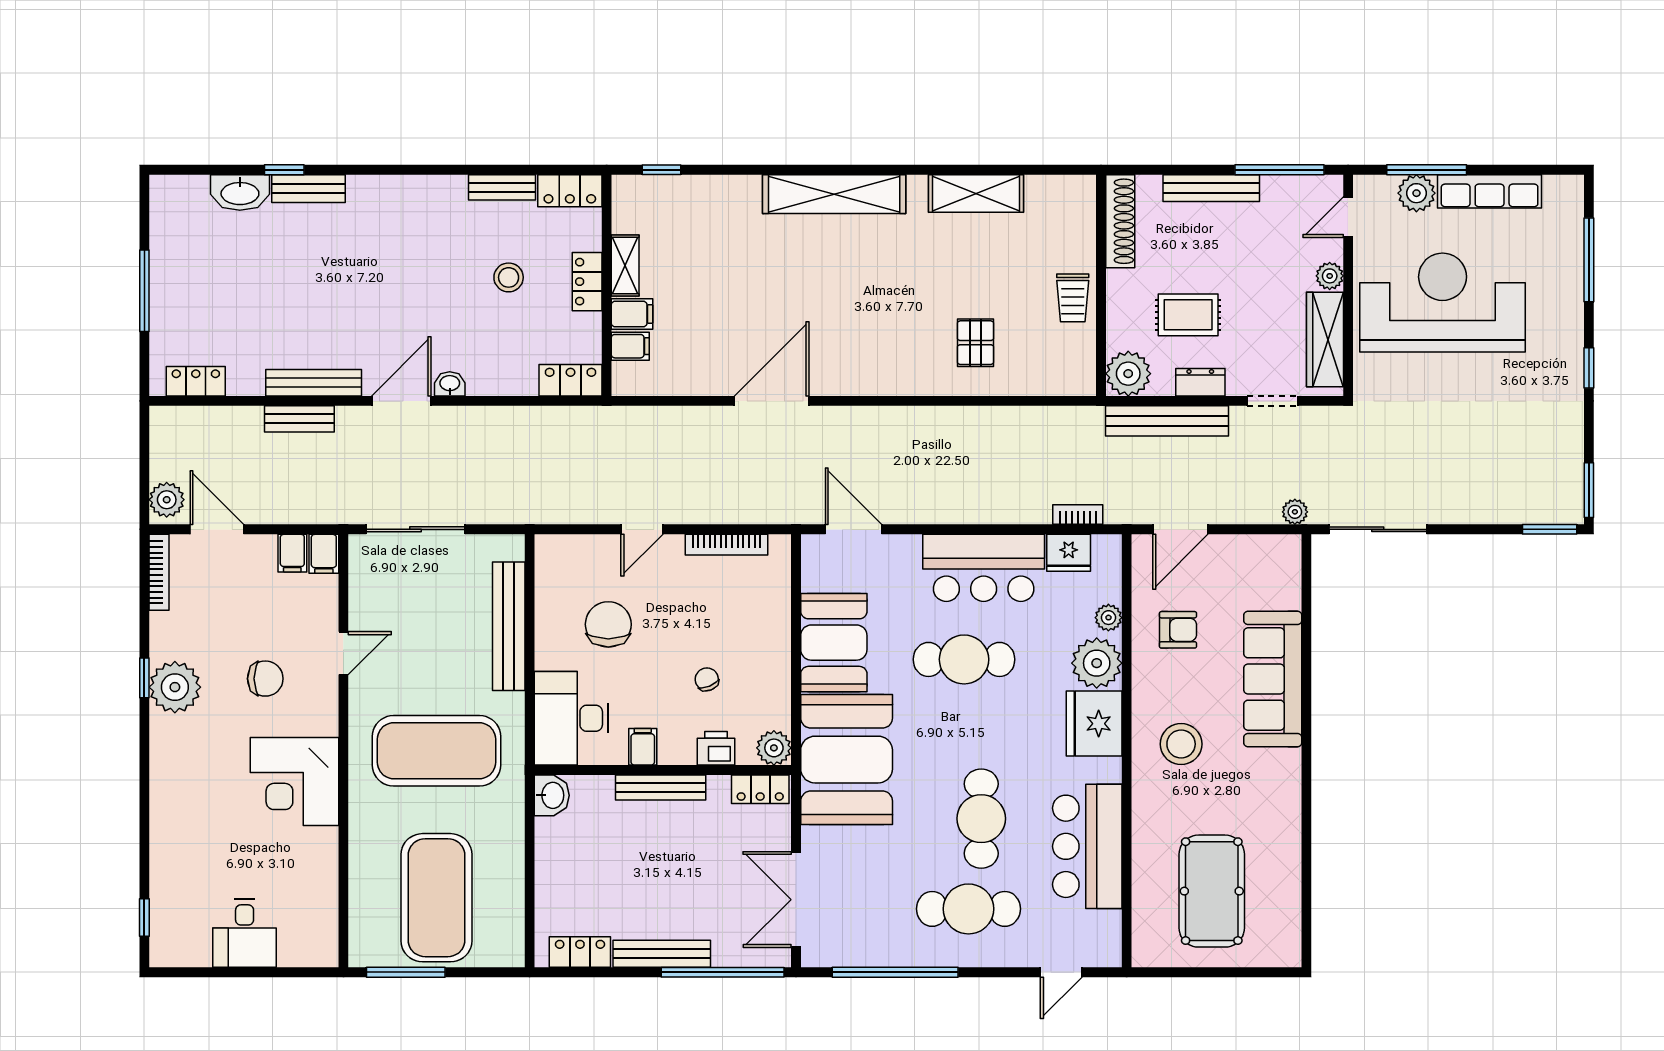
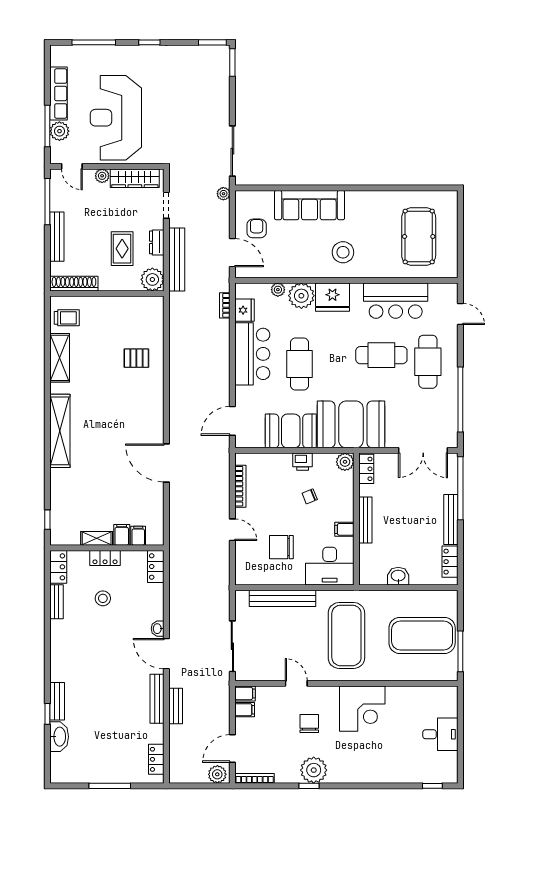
trolley: (1073, 298) -> (67, 318), moved
armchair: (1178, 630) -> (257, 228), moved
printer: (716, 748) -> (303, 462), moved, turned -90
washbasin: (552, 795) -> (398, 576), moved
pool table: (1212, 891) -> (419, 236), turned 90

